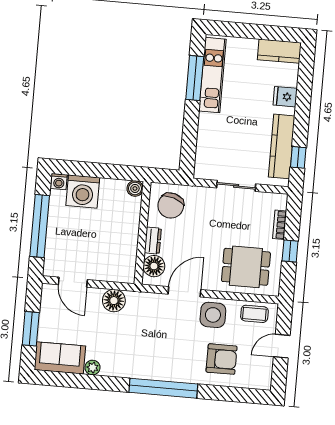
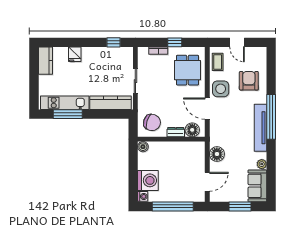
kitchen counter: (282, 146) -> (111, 103), moved, turned 180
tv unit: (148, 371) -> (260, 128), added

